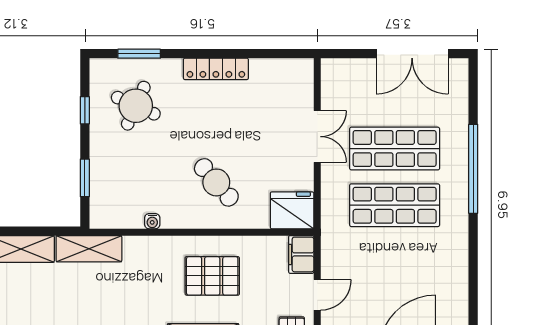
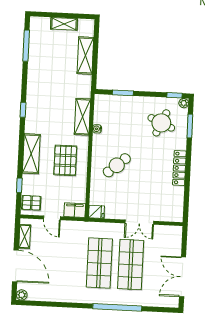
plant: (98, 67) -> (184, 103), added
window: (85, 110) -> (174, 95), moved
fridge: (292, 210) -> (96, 212), width x0.53, depth x0.75
shelving: (89, 249) -> (82, 117), moved

